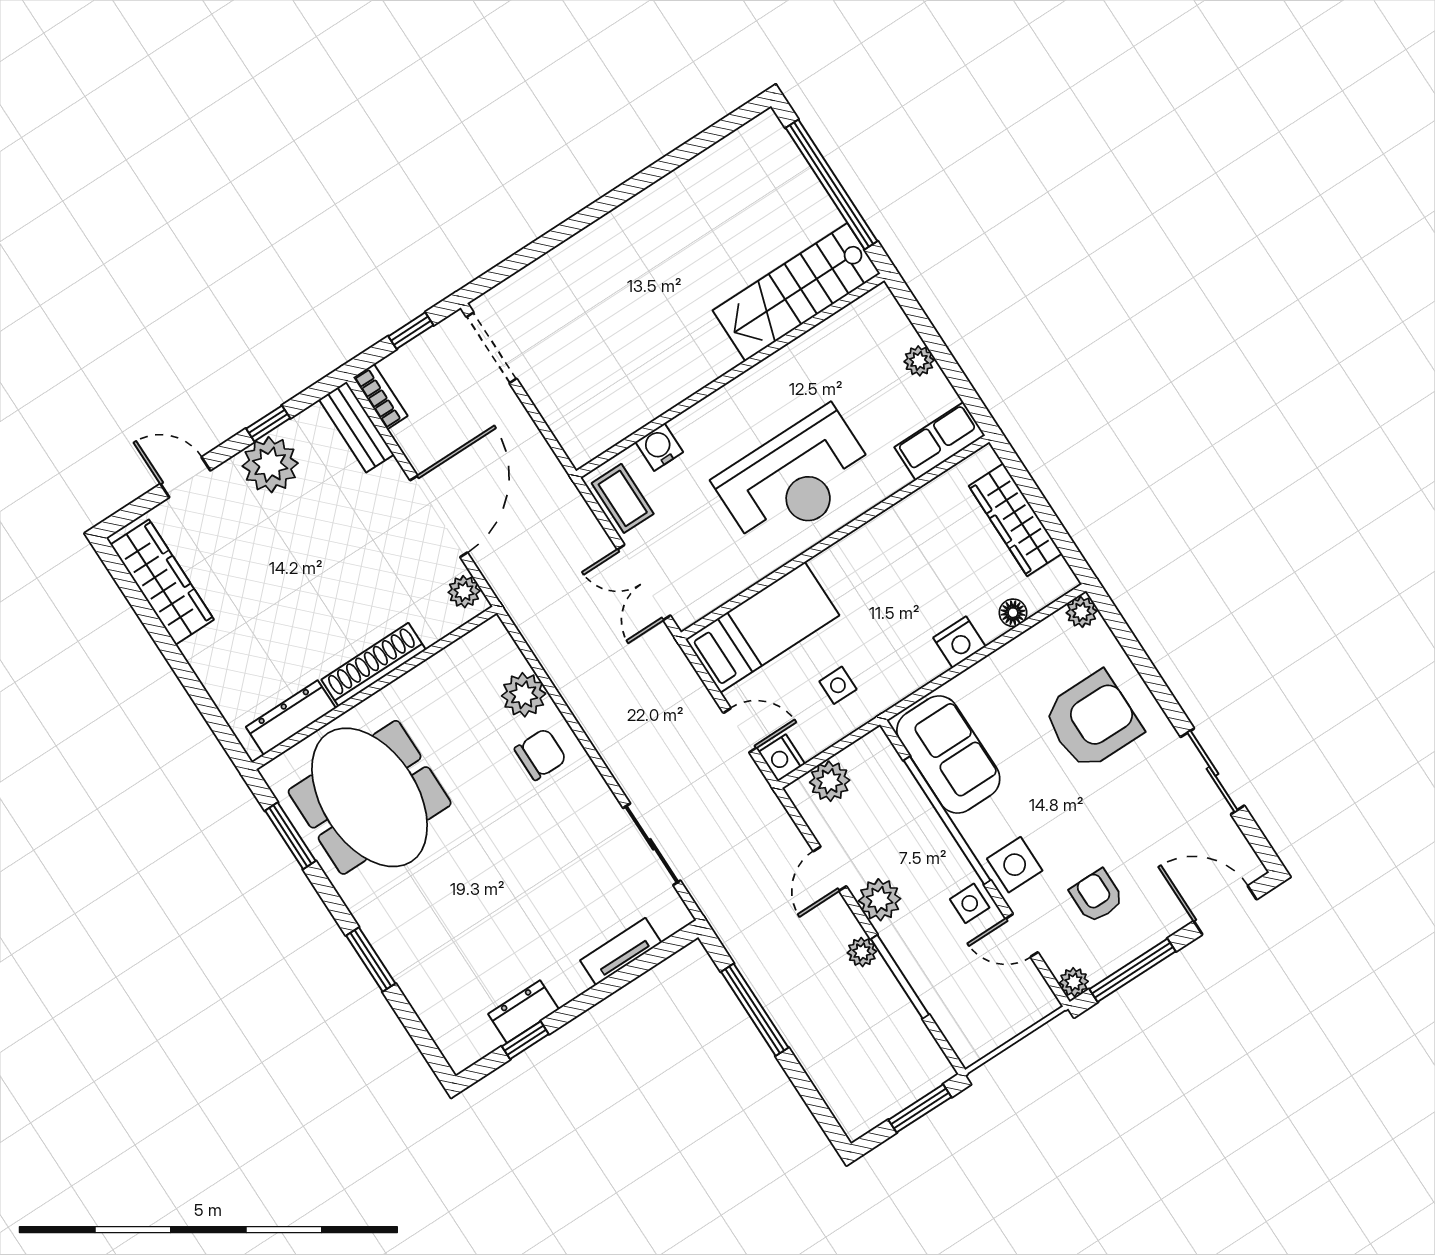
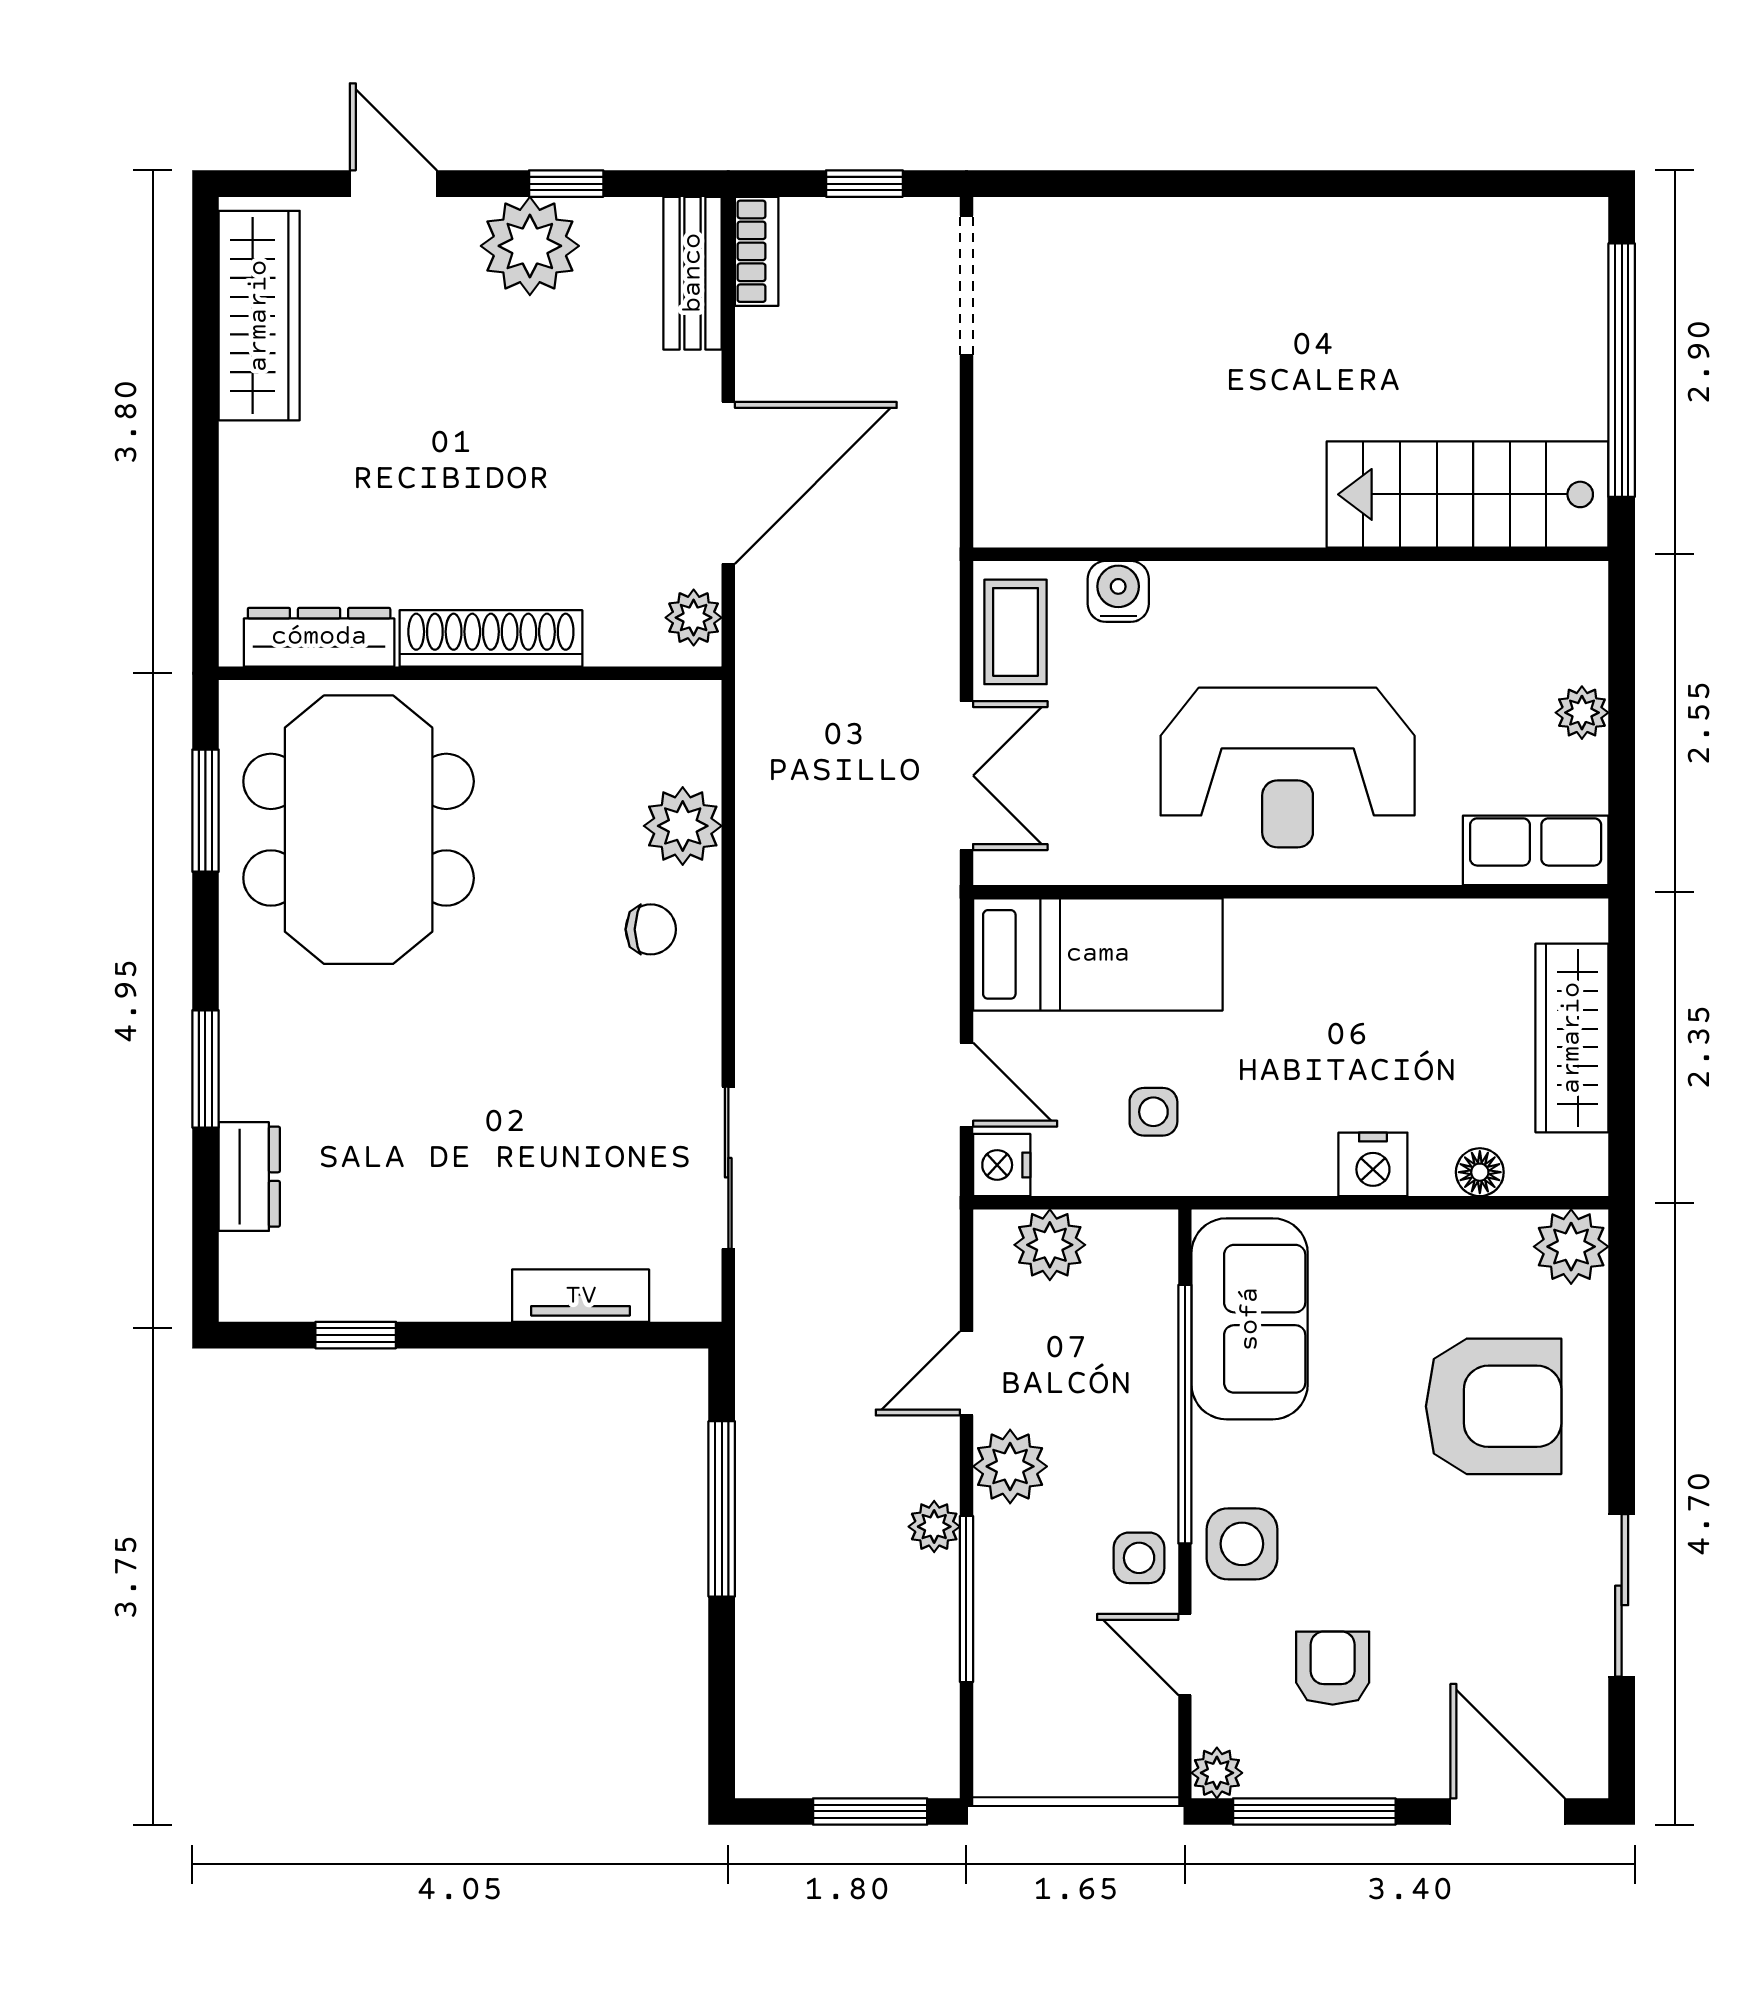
double door: (644, 582) -> (966, 776), swing flipped
plant: (1082, 612) -> (1571, 1247), width x1.38, depth x1.38
chair: (541, 754) -> (651, 929), width x0.73, depth x0.73
dresser: (524, 1012) -> (249, 1177), moved, turned 90

